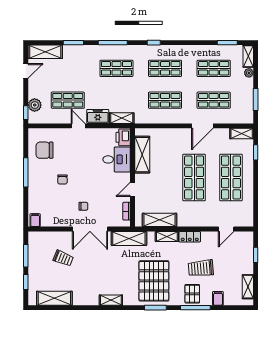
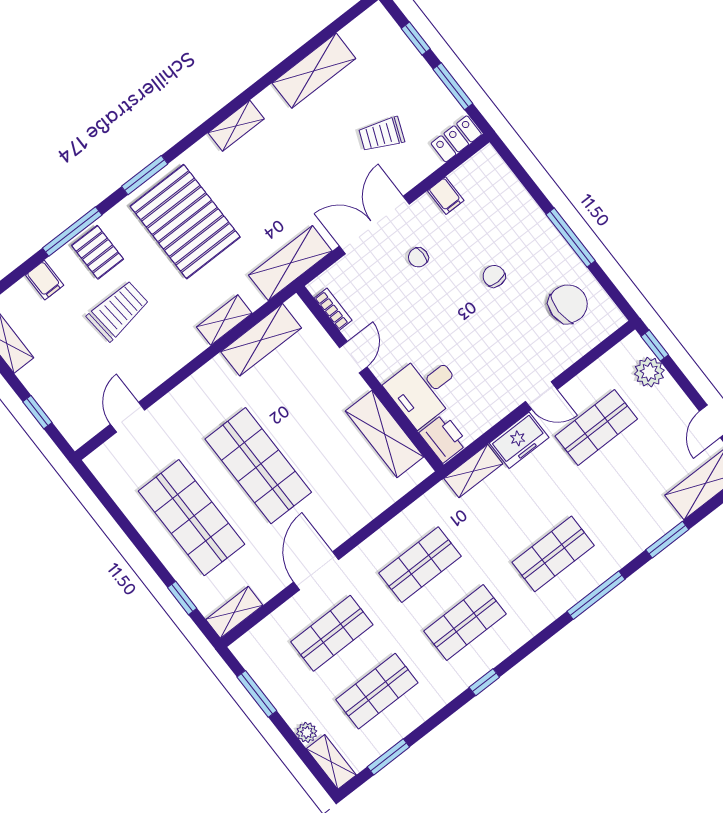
window: (154, 43) -> (484, 682), moved
filing cabinet: (35, 220) -> (446, 196), moved
locker: (190, 237) -> (456, 139), moved
shelving: (54, 298) -> (314, 71), moved

